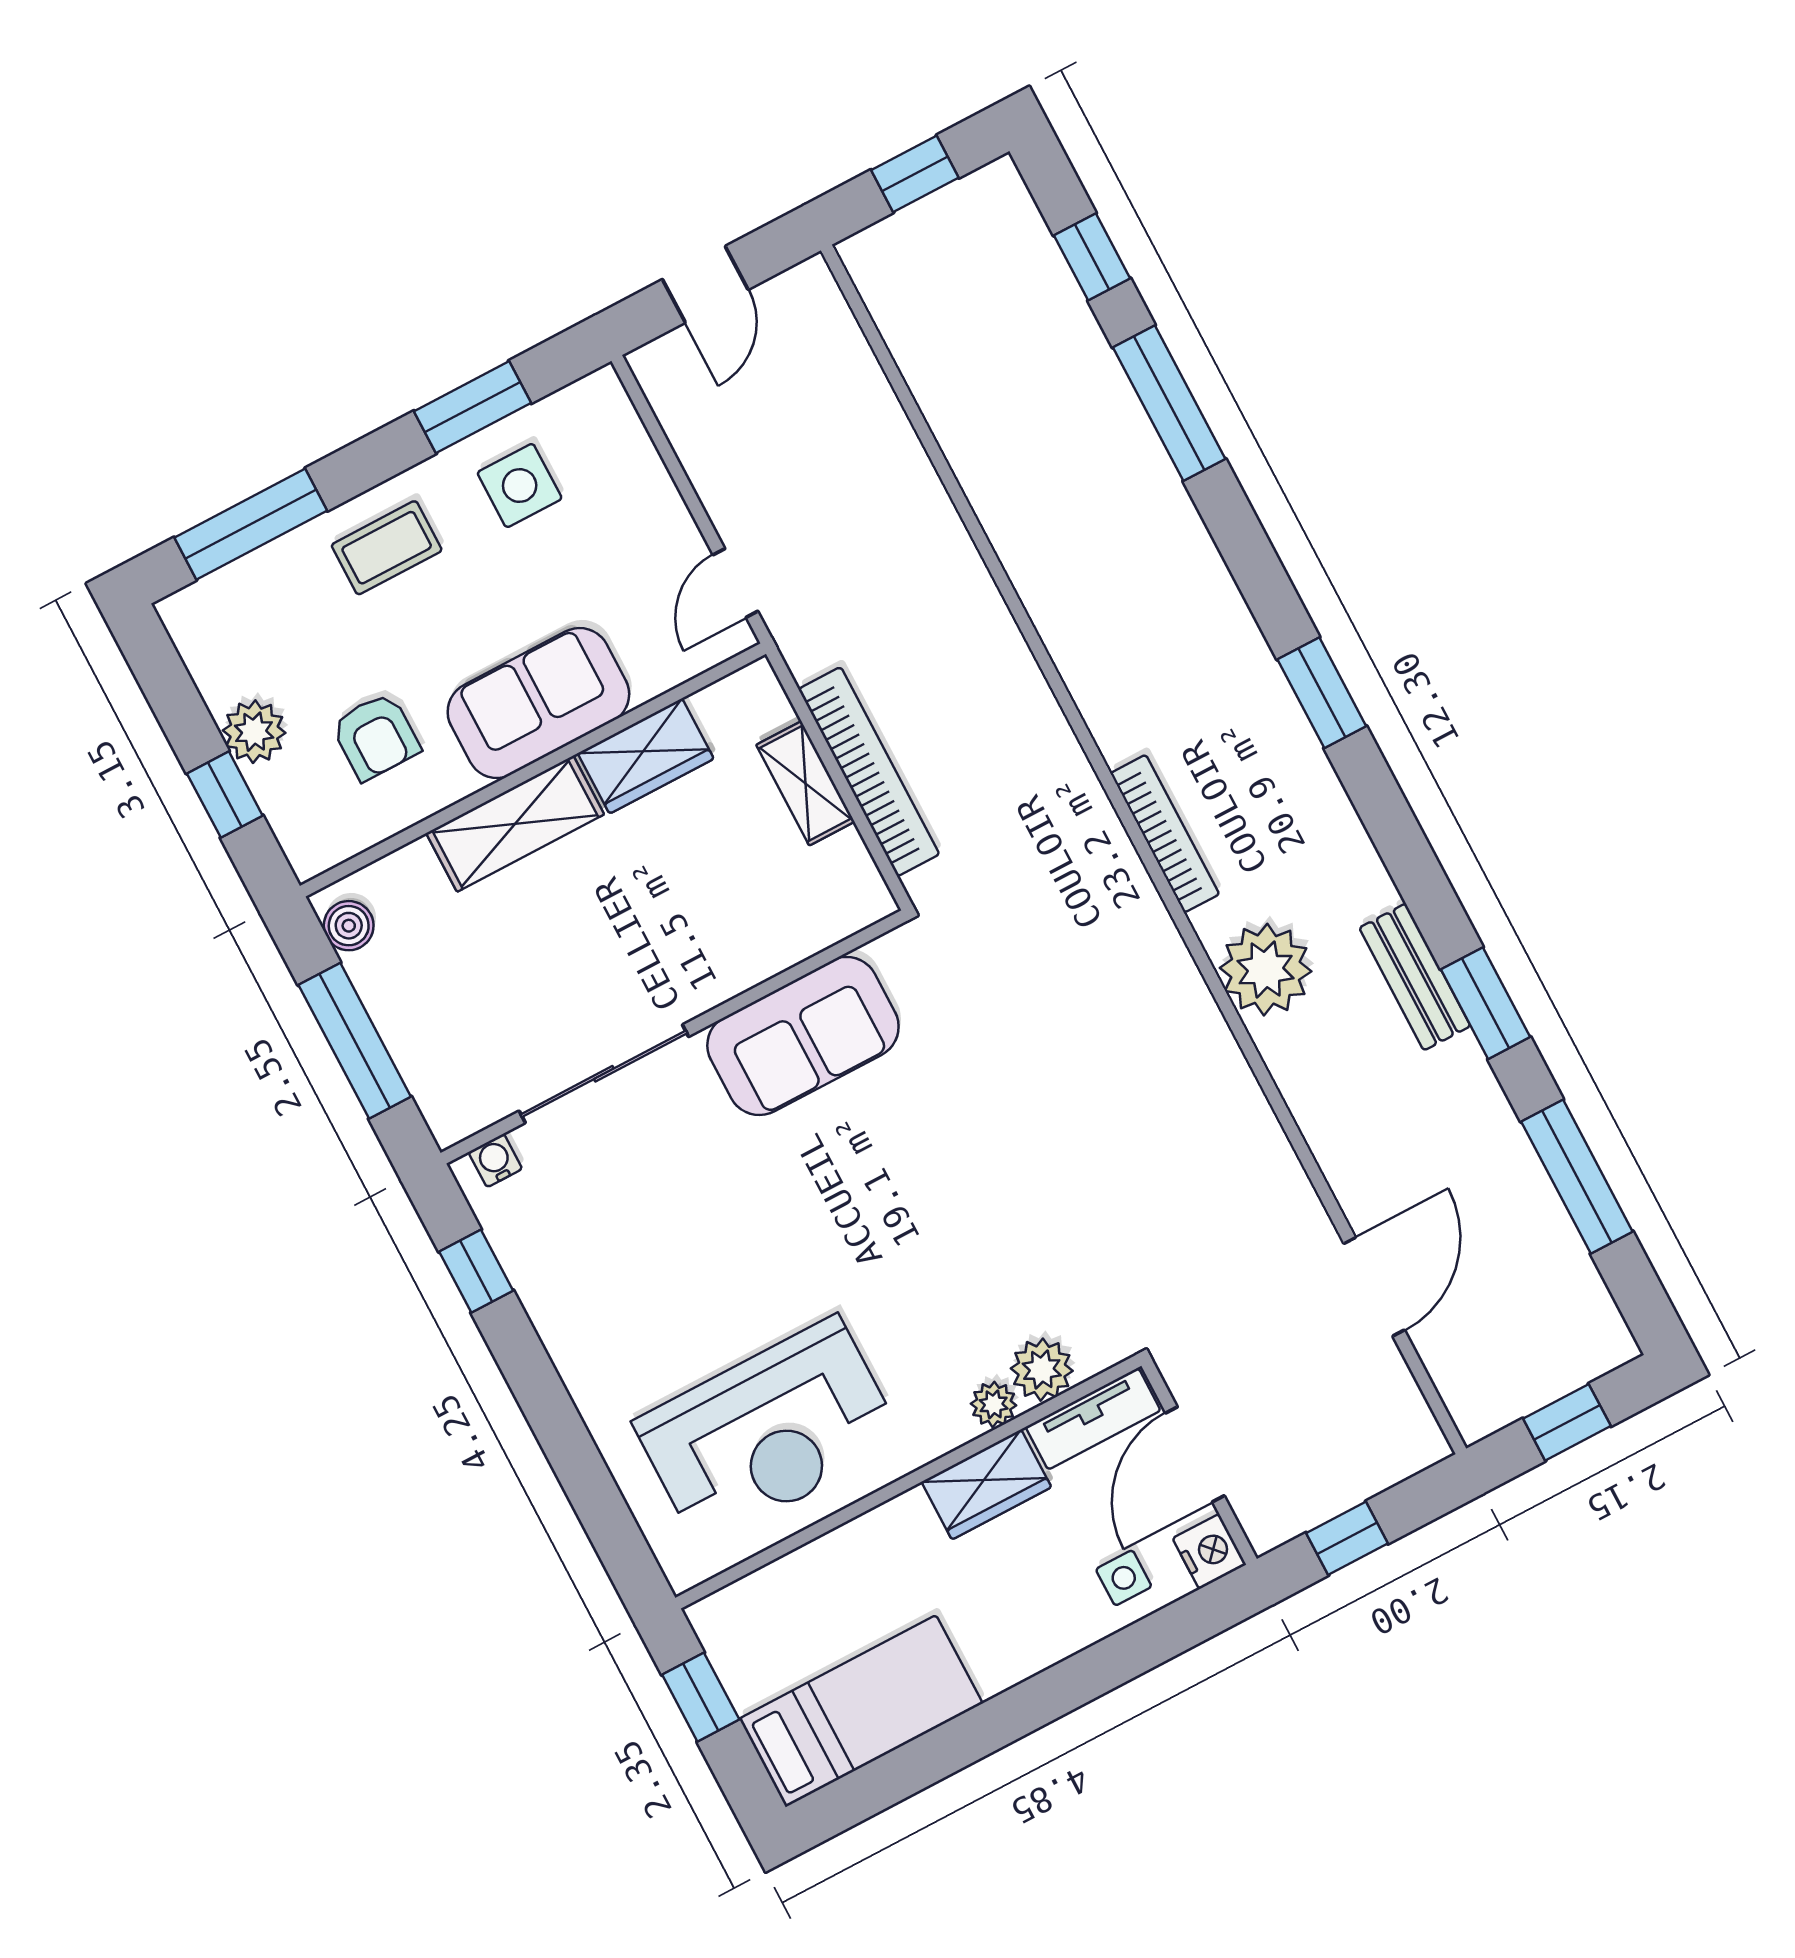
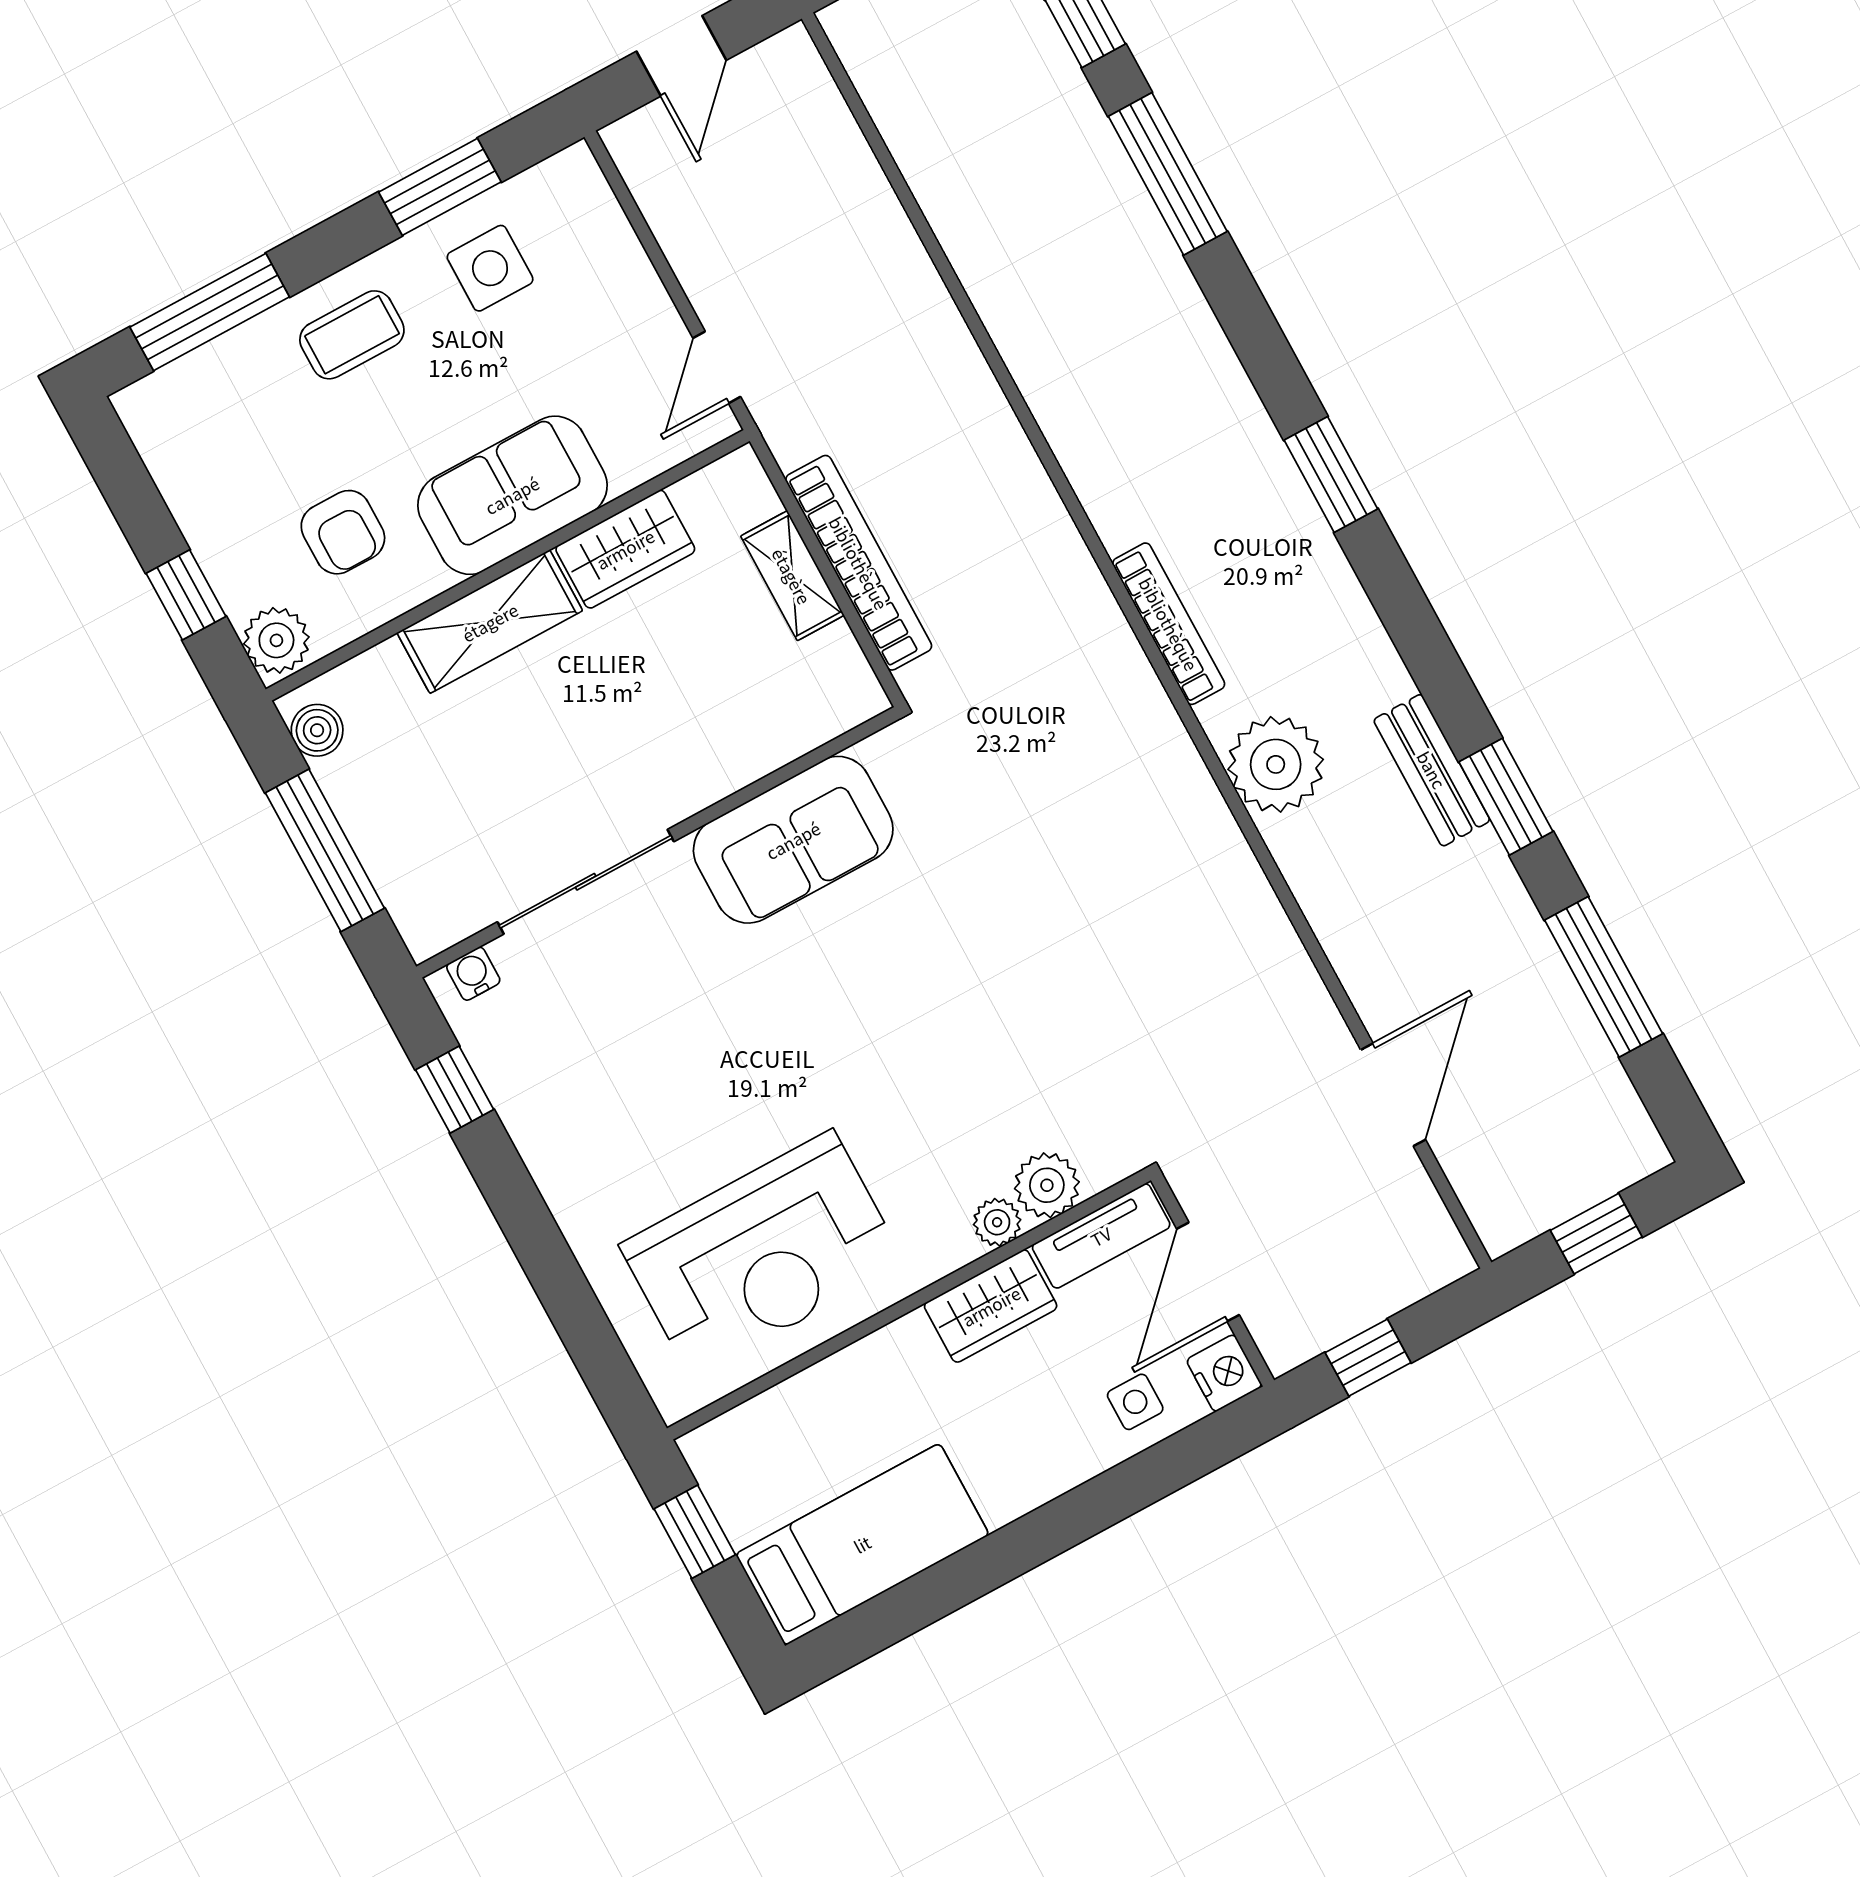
plant: (254, 732) -> (276, 640), moved

